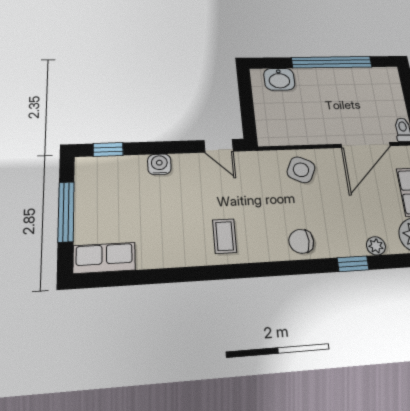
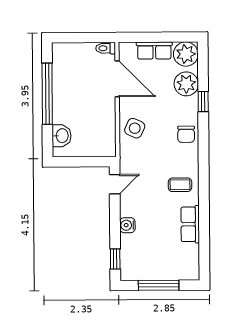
plant: (376, 246) -> (186, 84), width x1.88, depth x1.88
row of seats: (104, 258) -> (190, 224), moved

